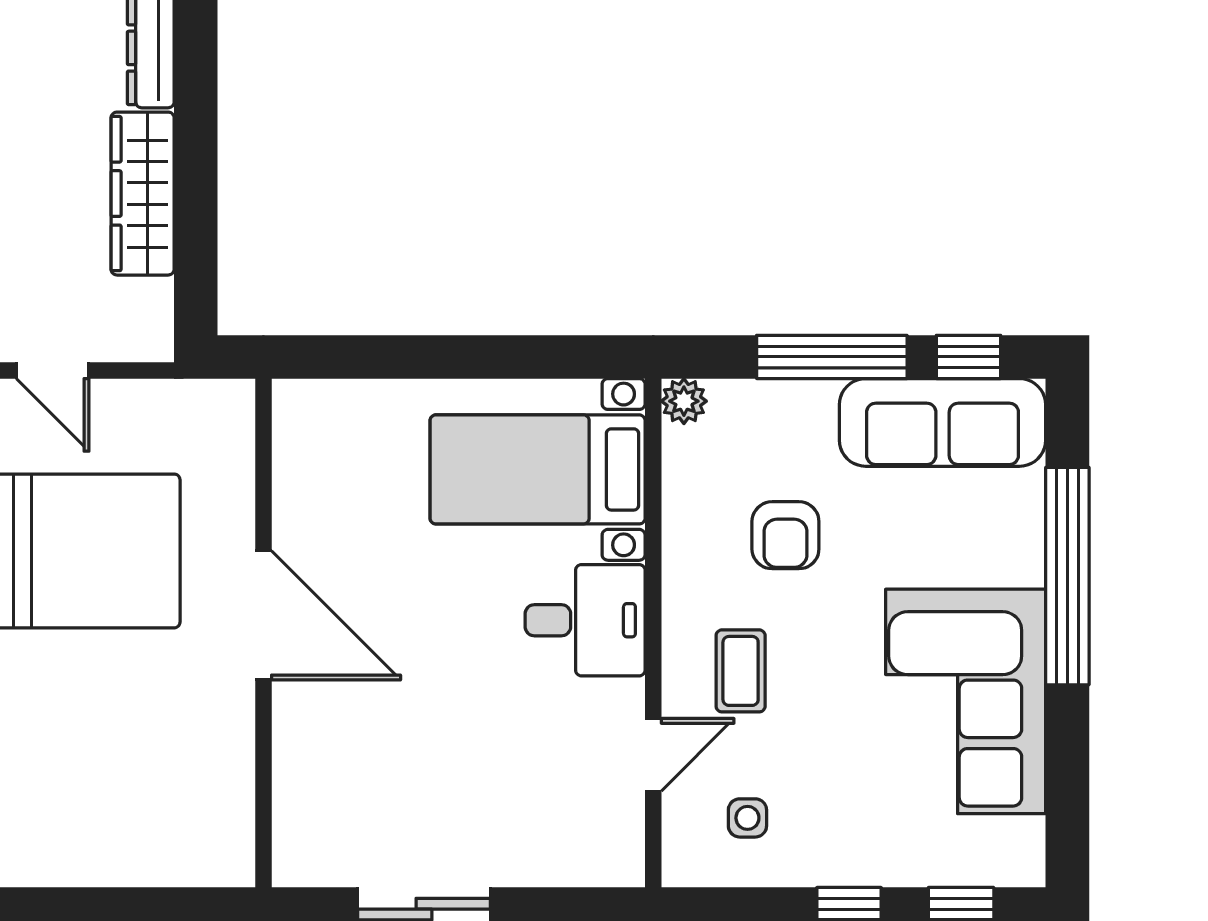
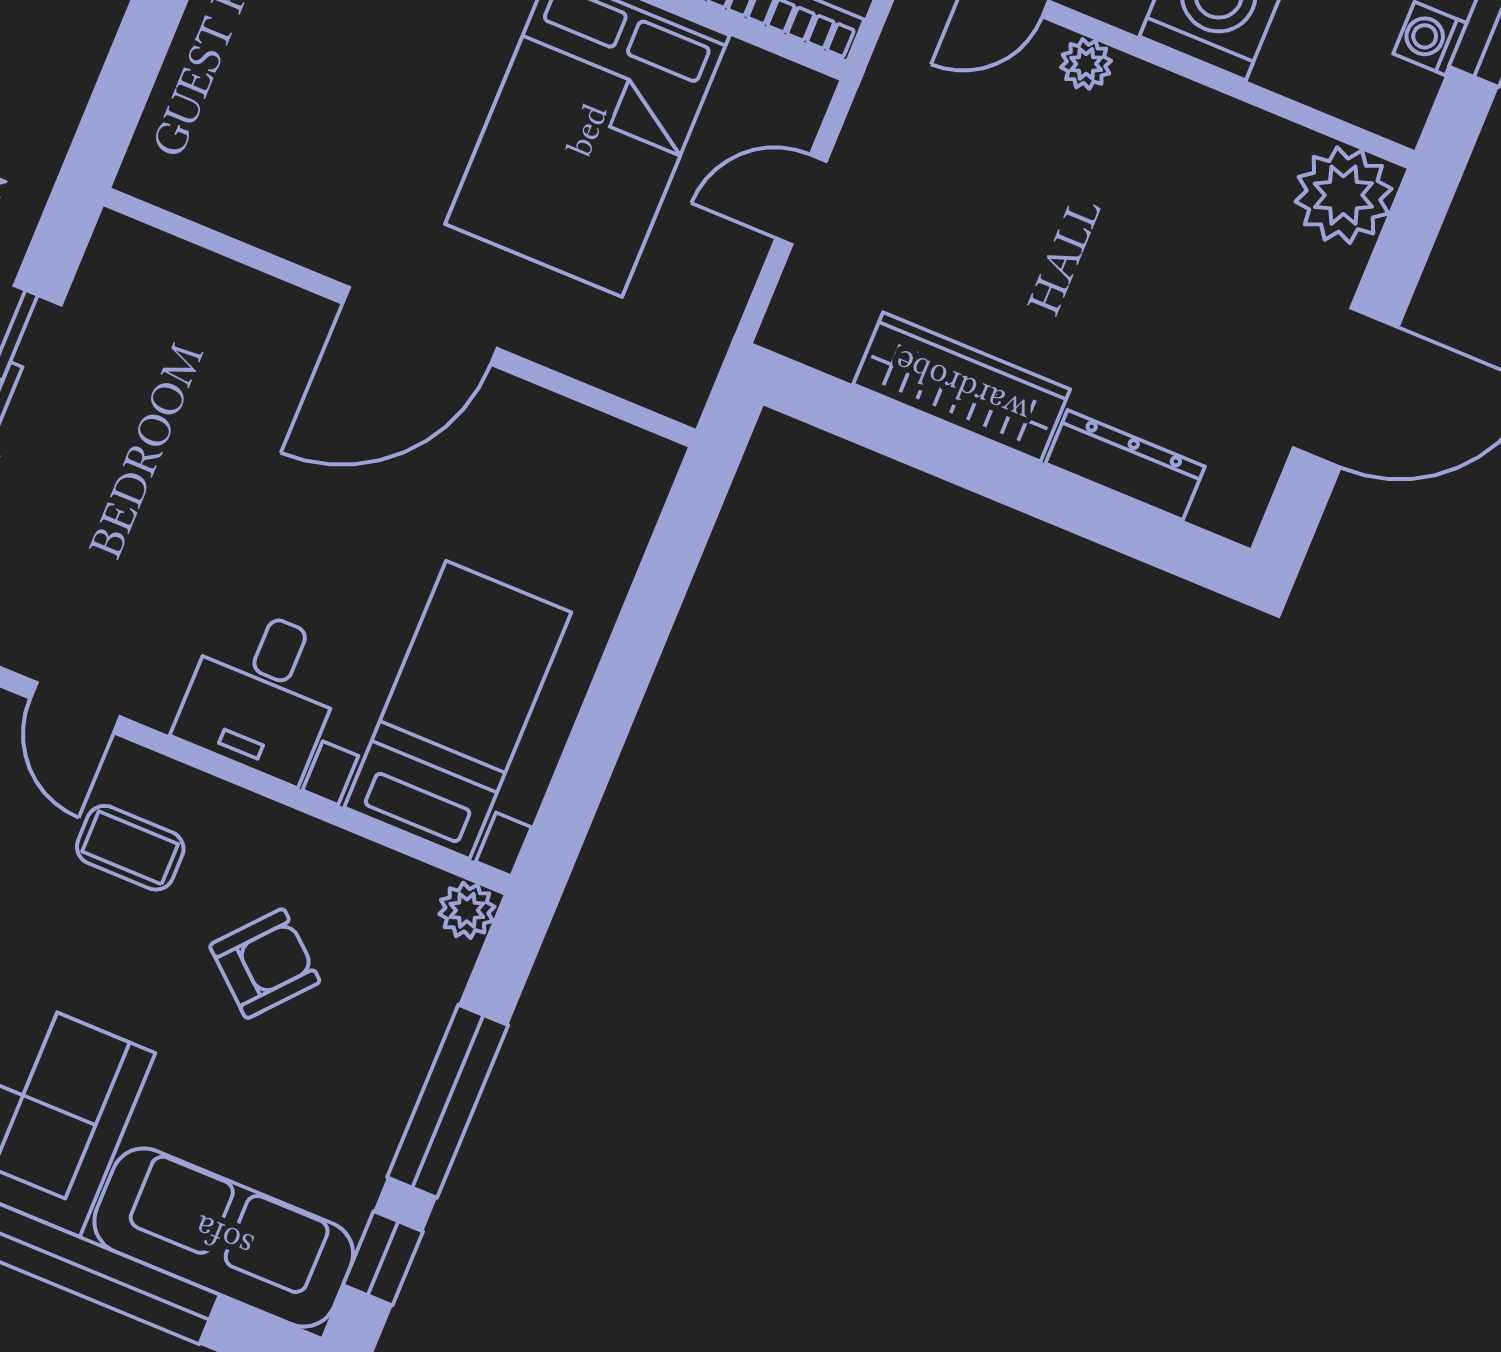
sofa: (943, 422) -> (224, 1237), moved, turned 90
armchair: (785, 535) -> (265, 964), turned 131

